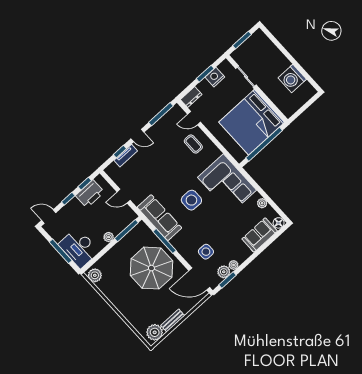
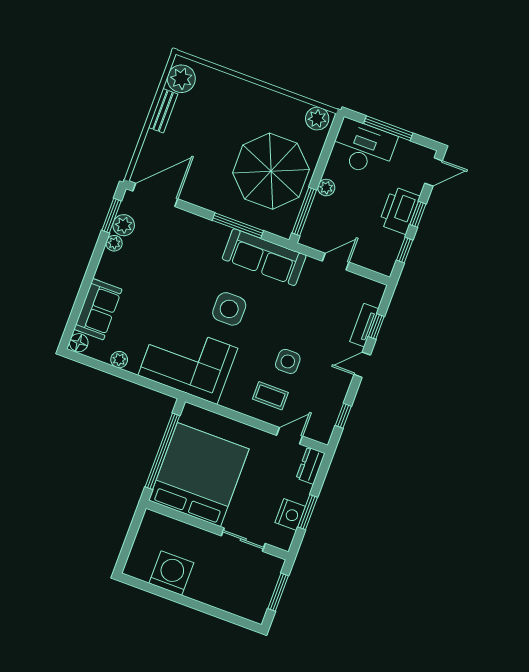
window: (161, 114) -> (343, 416), width x0.46
printer: (90, 194) -> (399, 210), moved
side table: (206, 252) -> (288, 361), moved
parasol: (151, 268) -> (271, 171), moved

